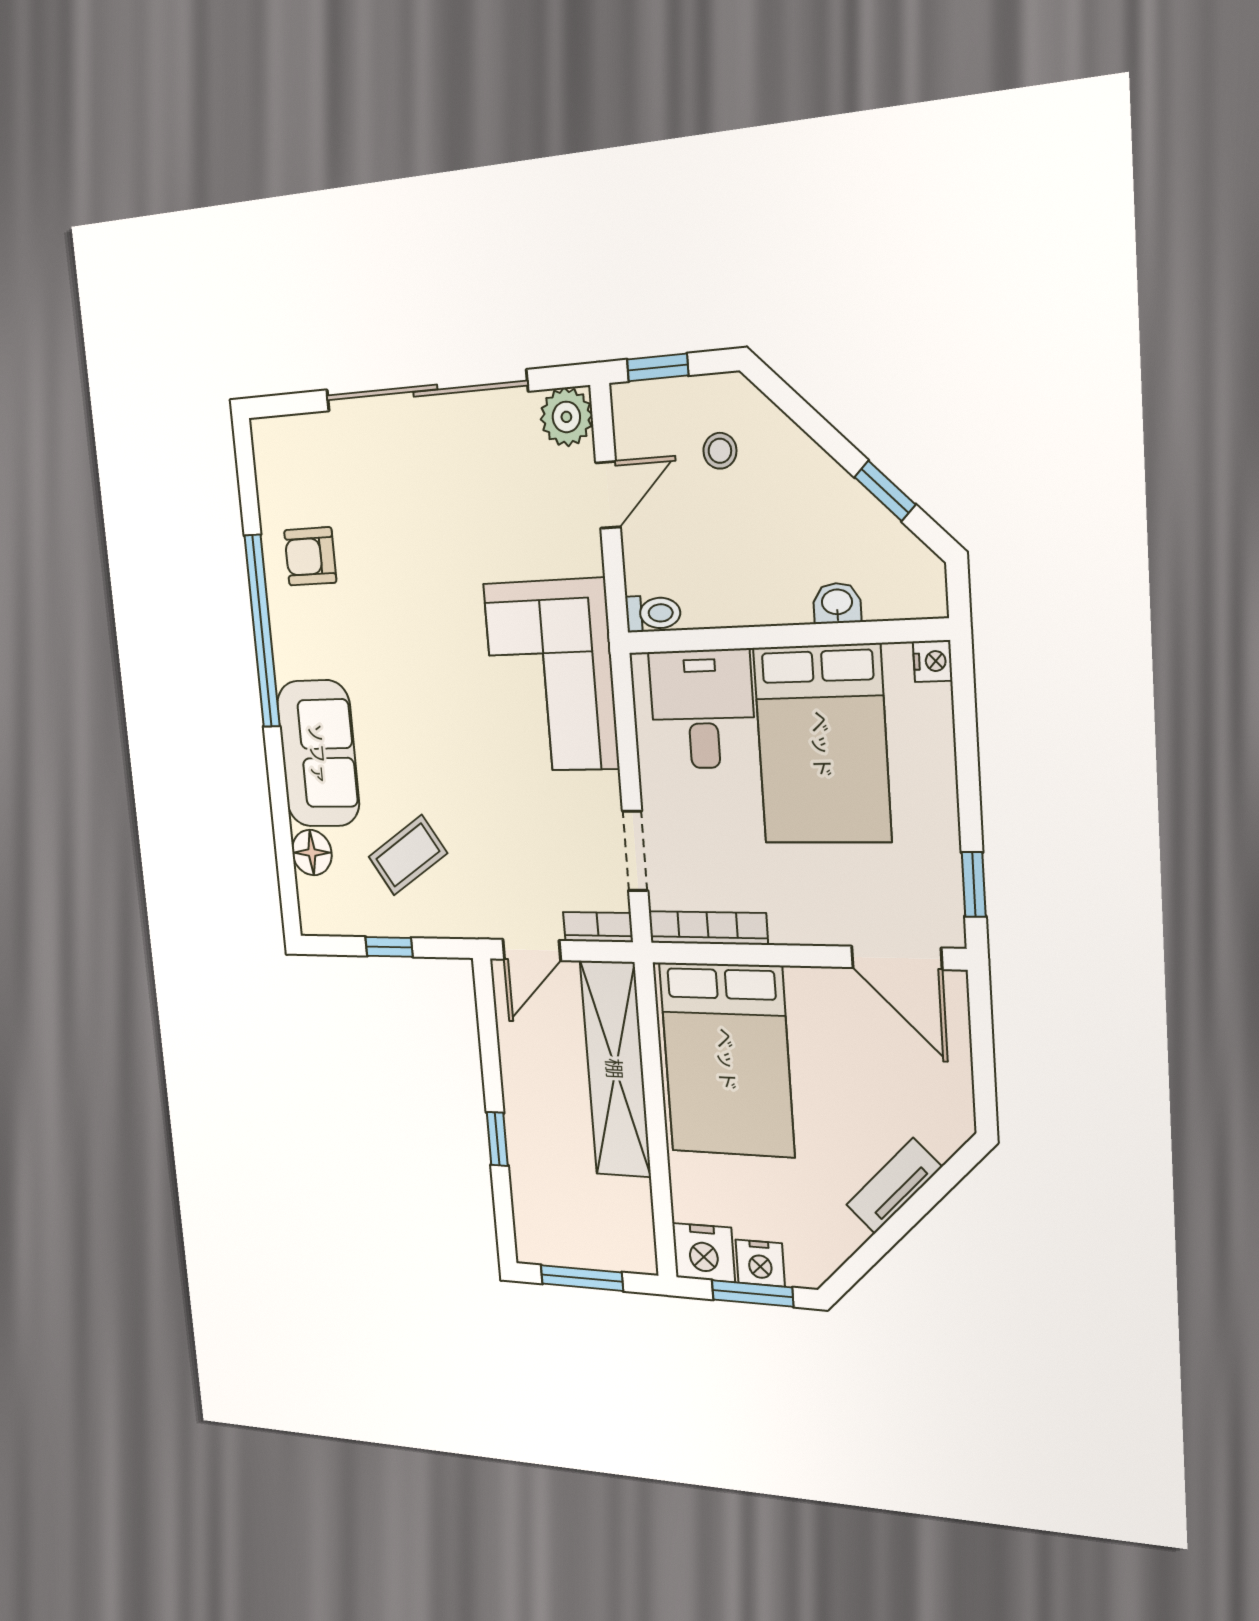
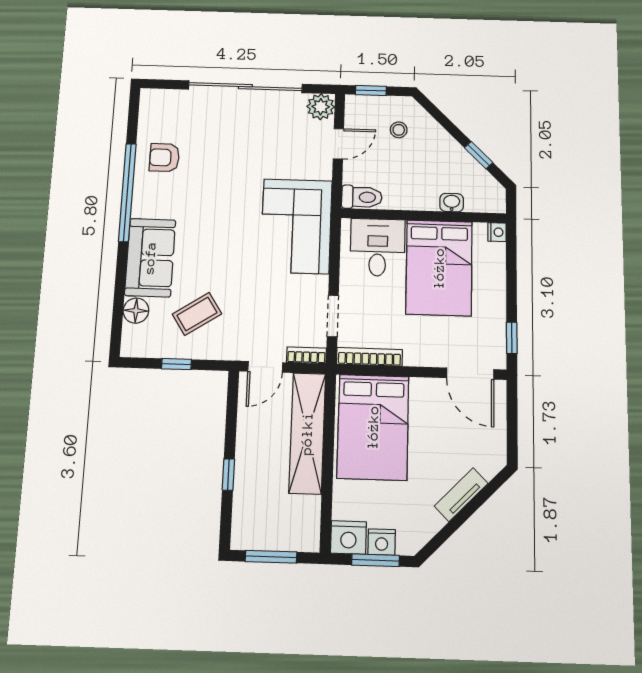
toilet: (653, 613) -> (362, 197), width x1.37, depth x1.39

